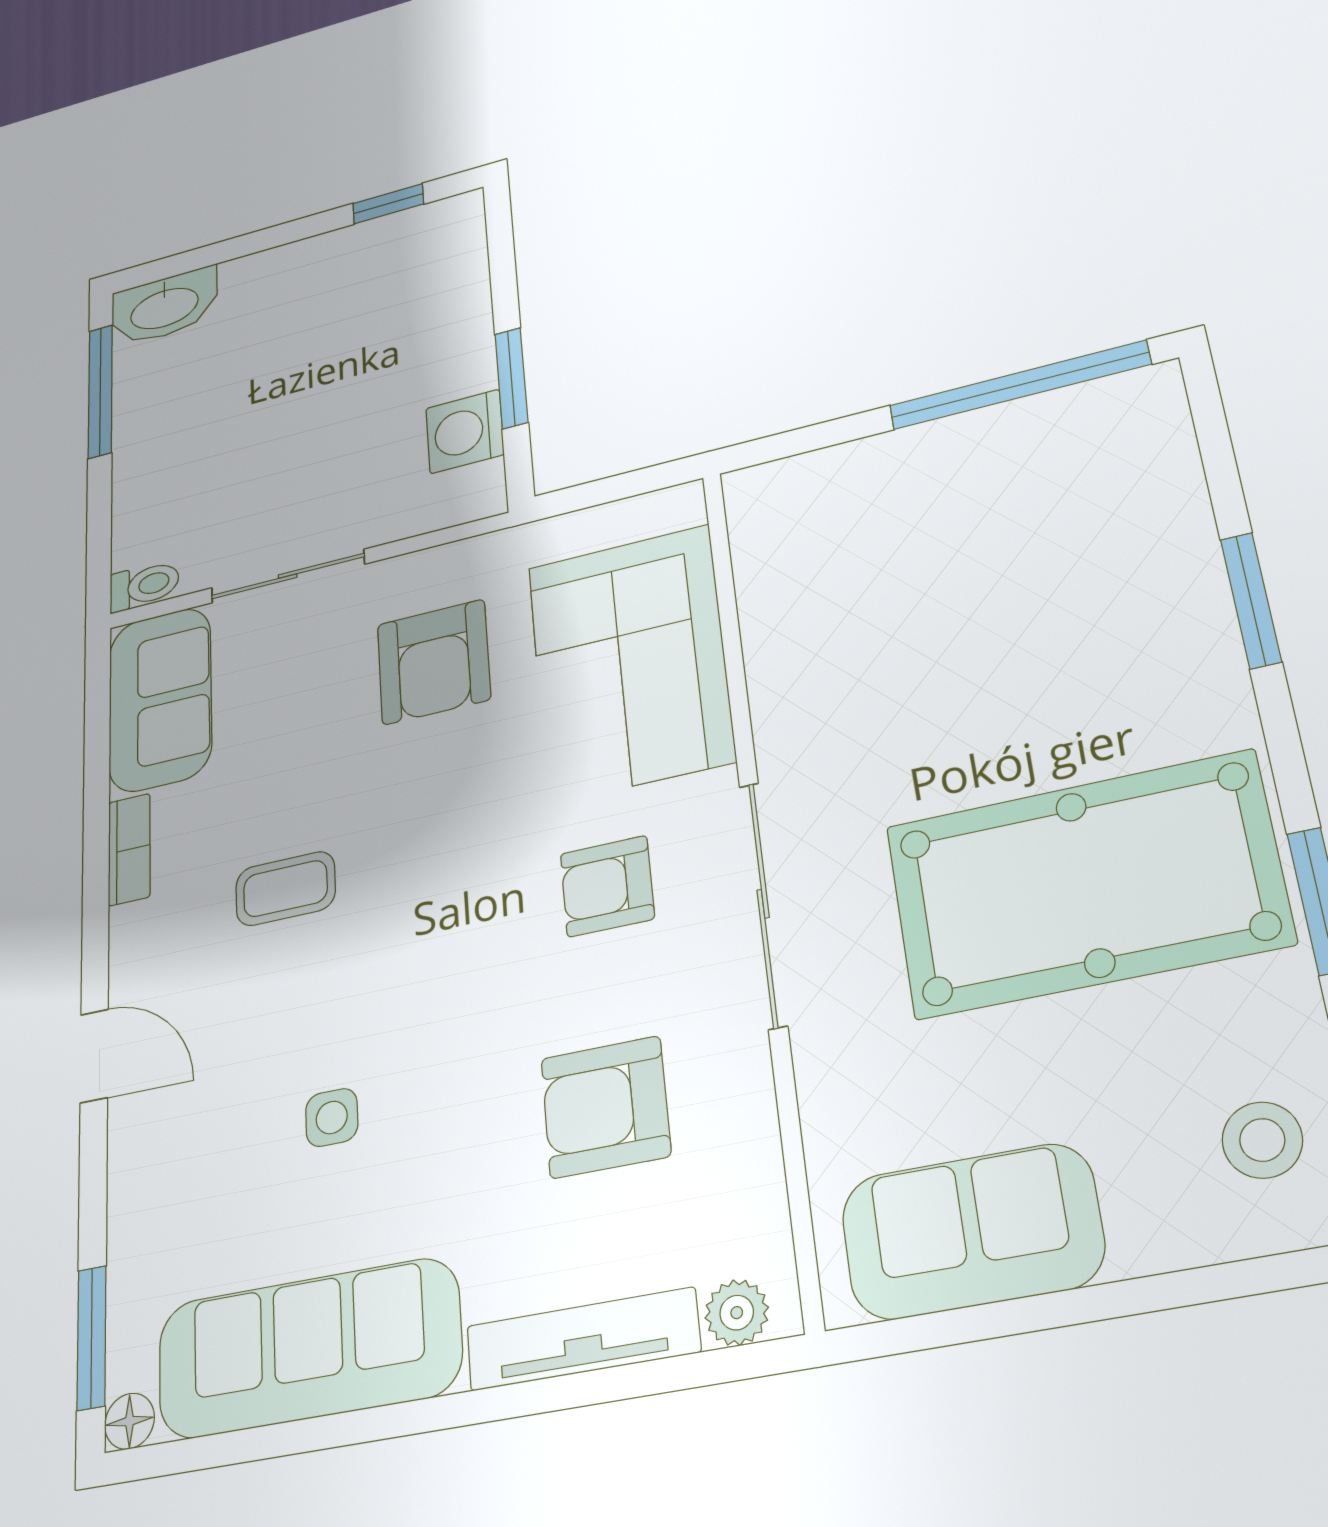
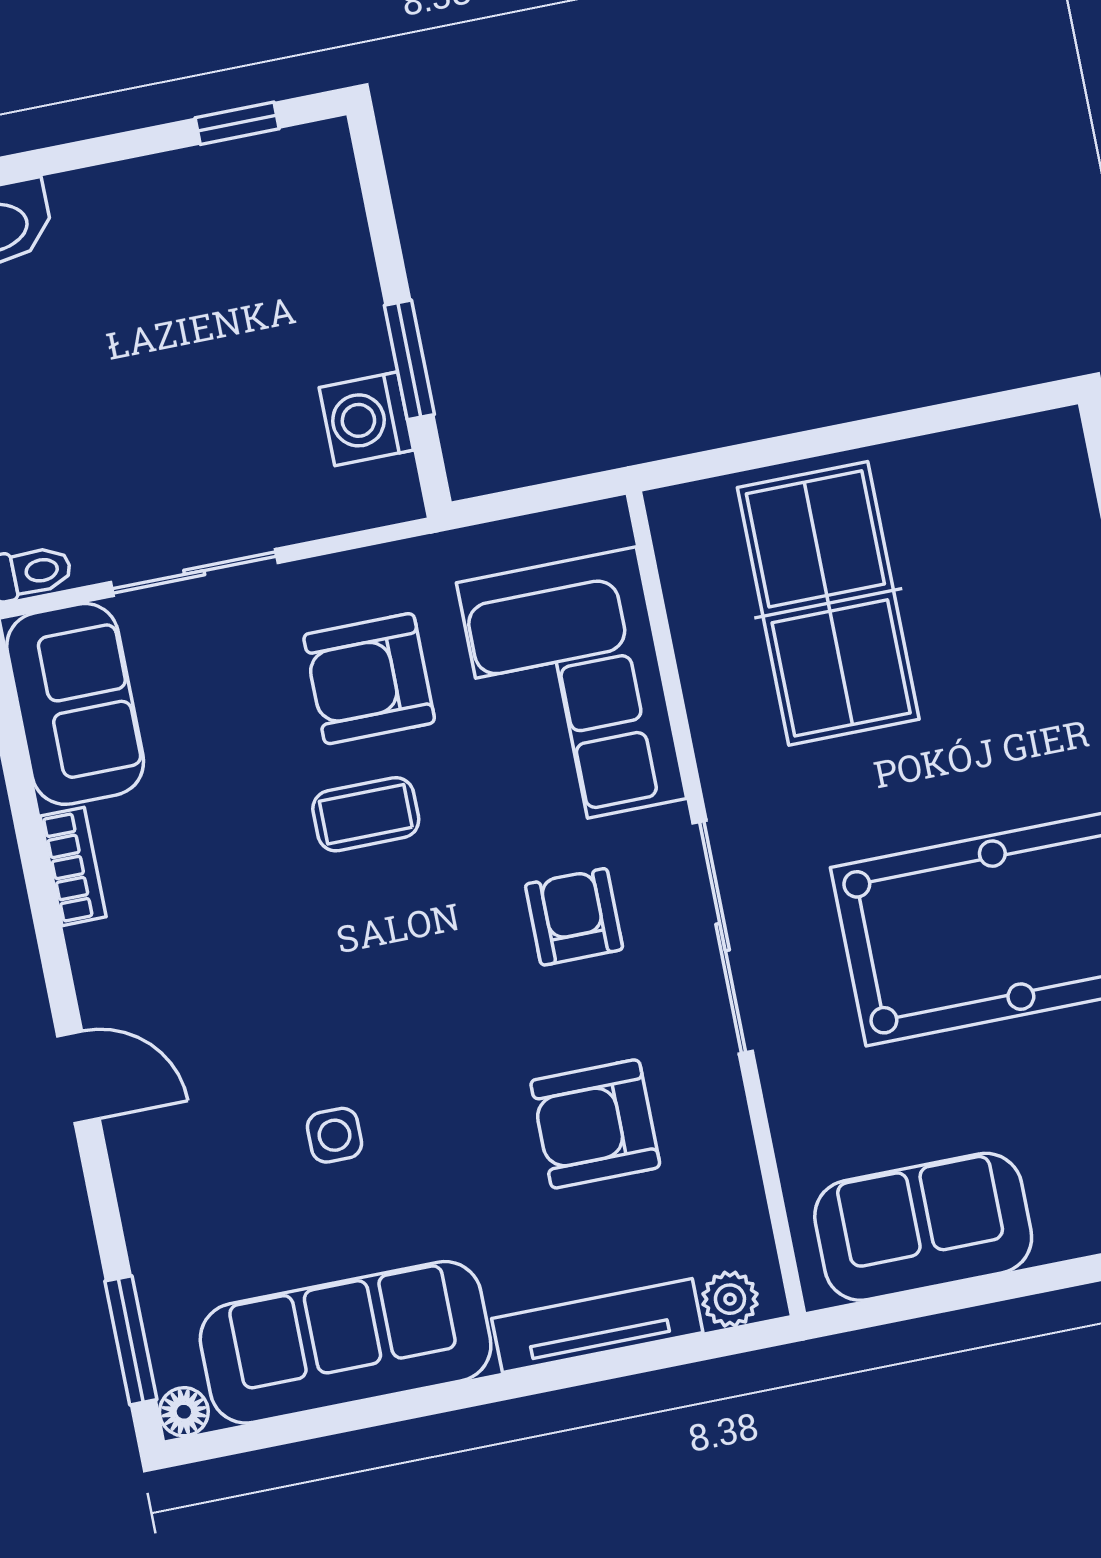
window: (1019, 385) -> (930, 420), removed
table tennis table: (902, 564) -> (828, 603), added
armchair: (434, 662) -> (369, 679), turned 90
armchair: (607, 886) -> (574, 917), turned 90
coffee table: (285, 889) -> (366, 814), moved

